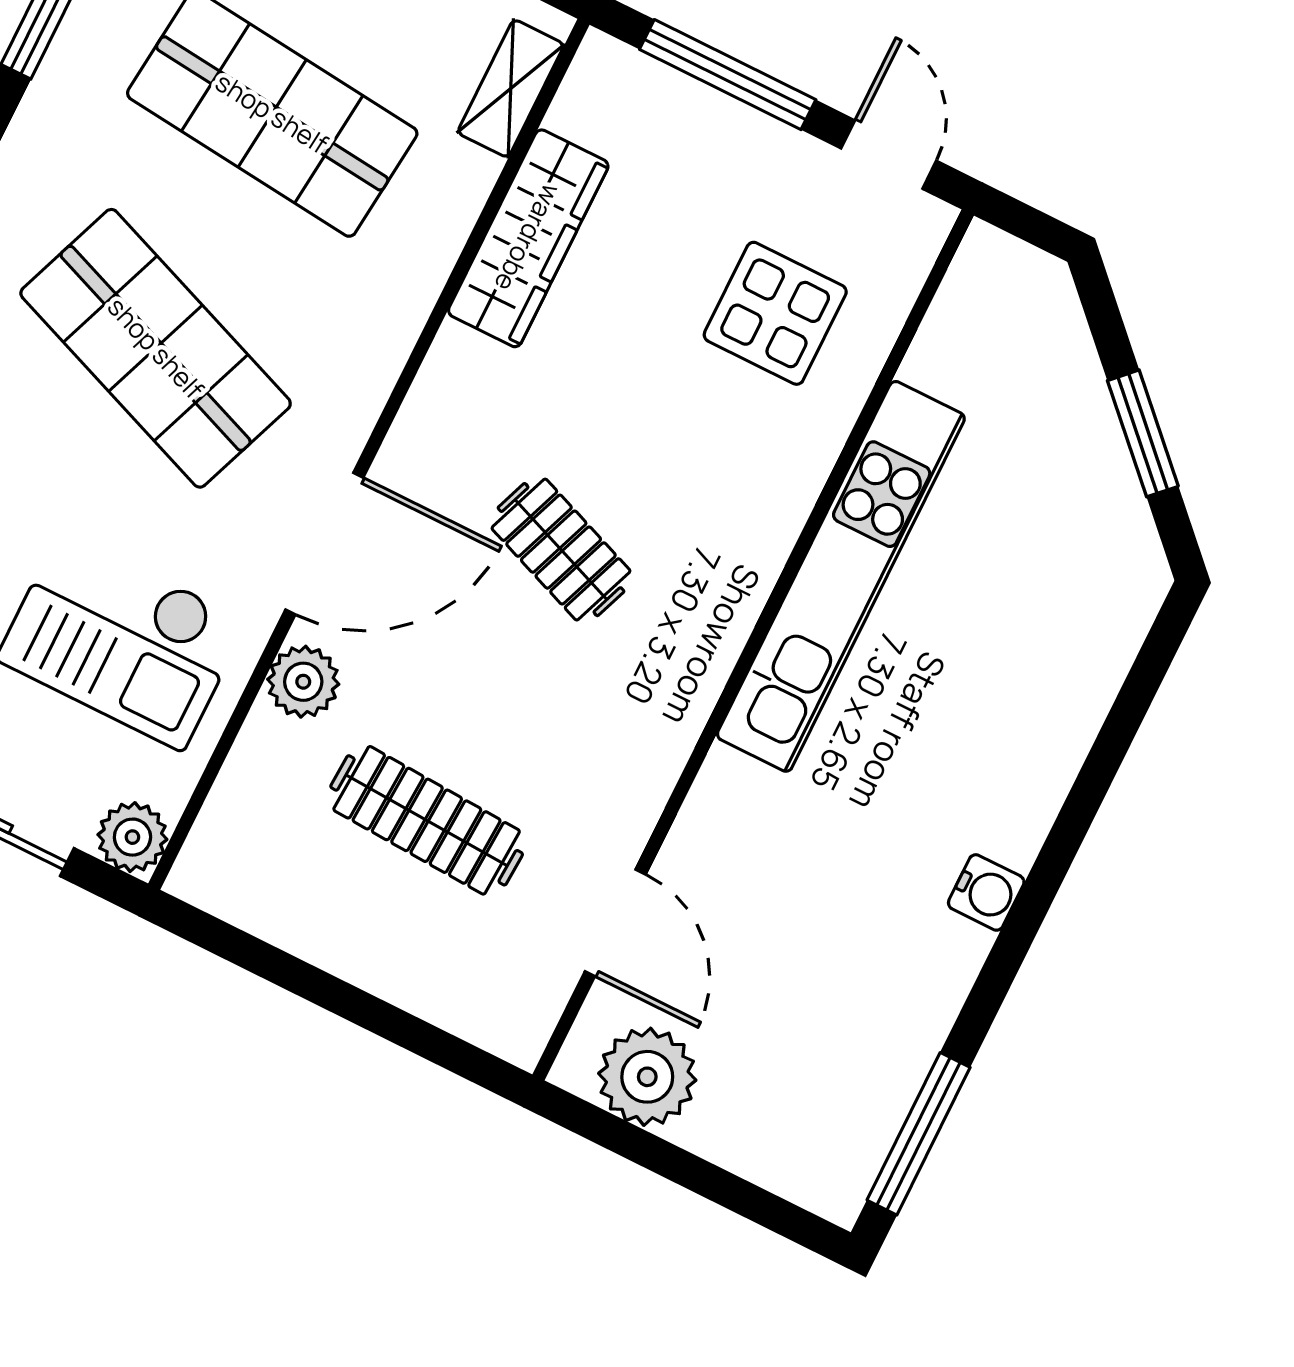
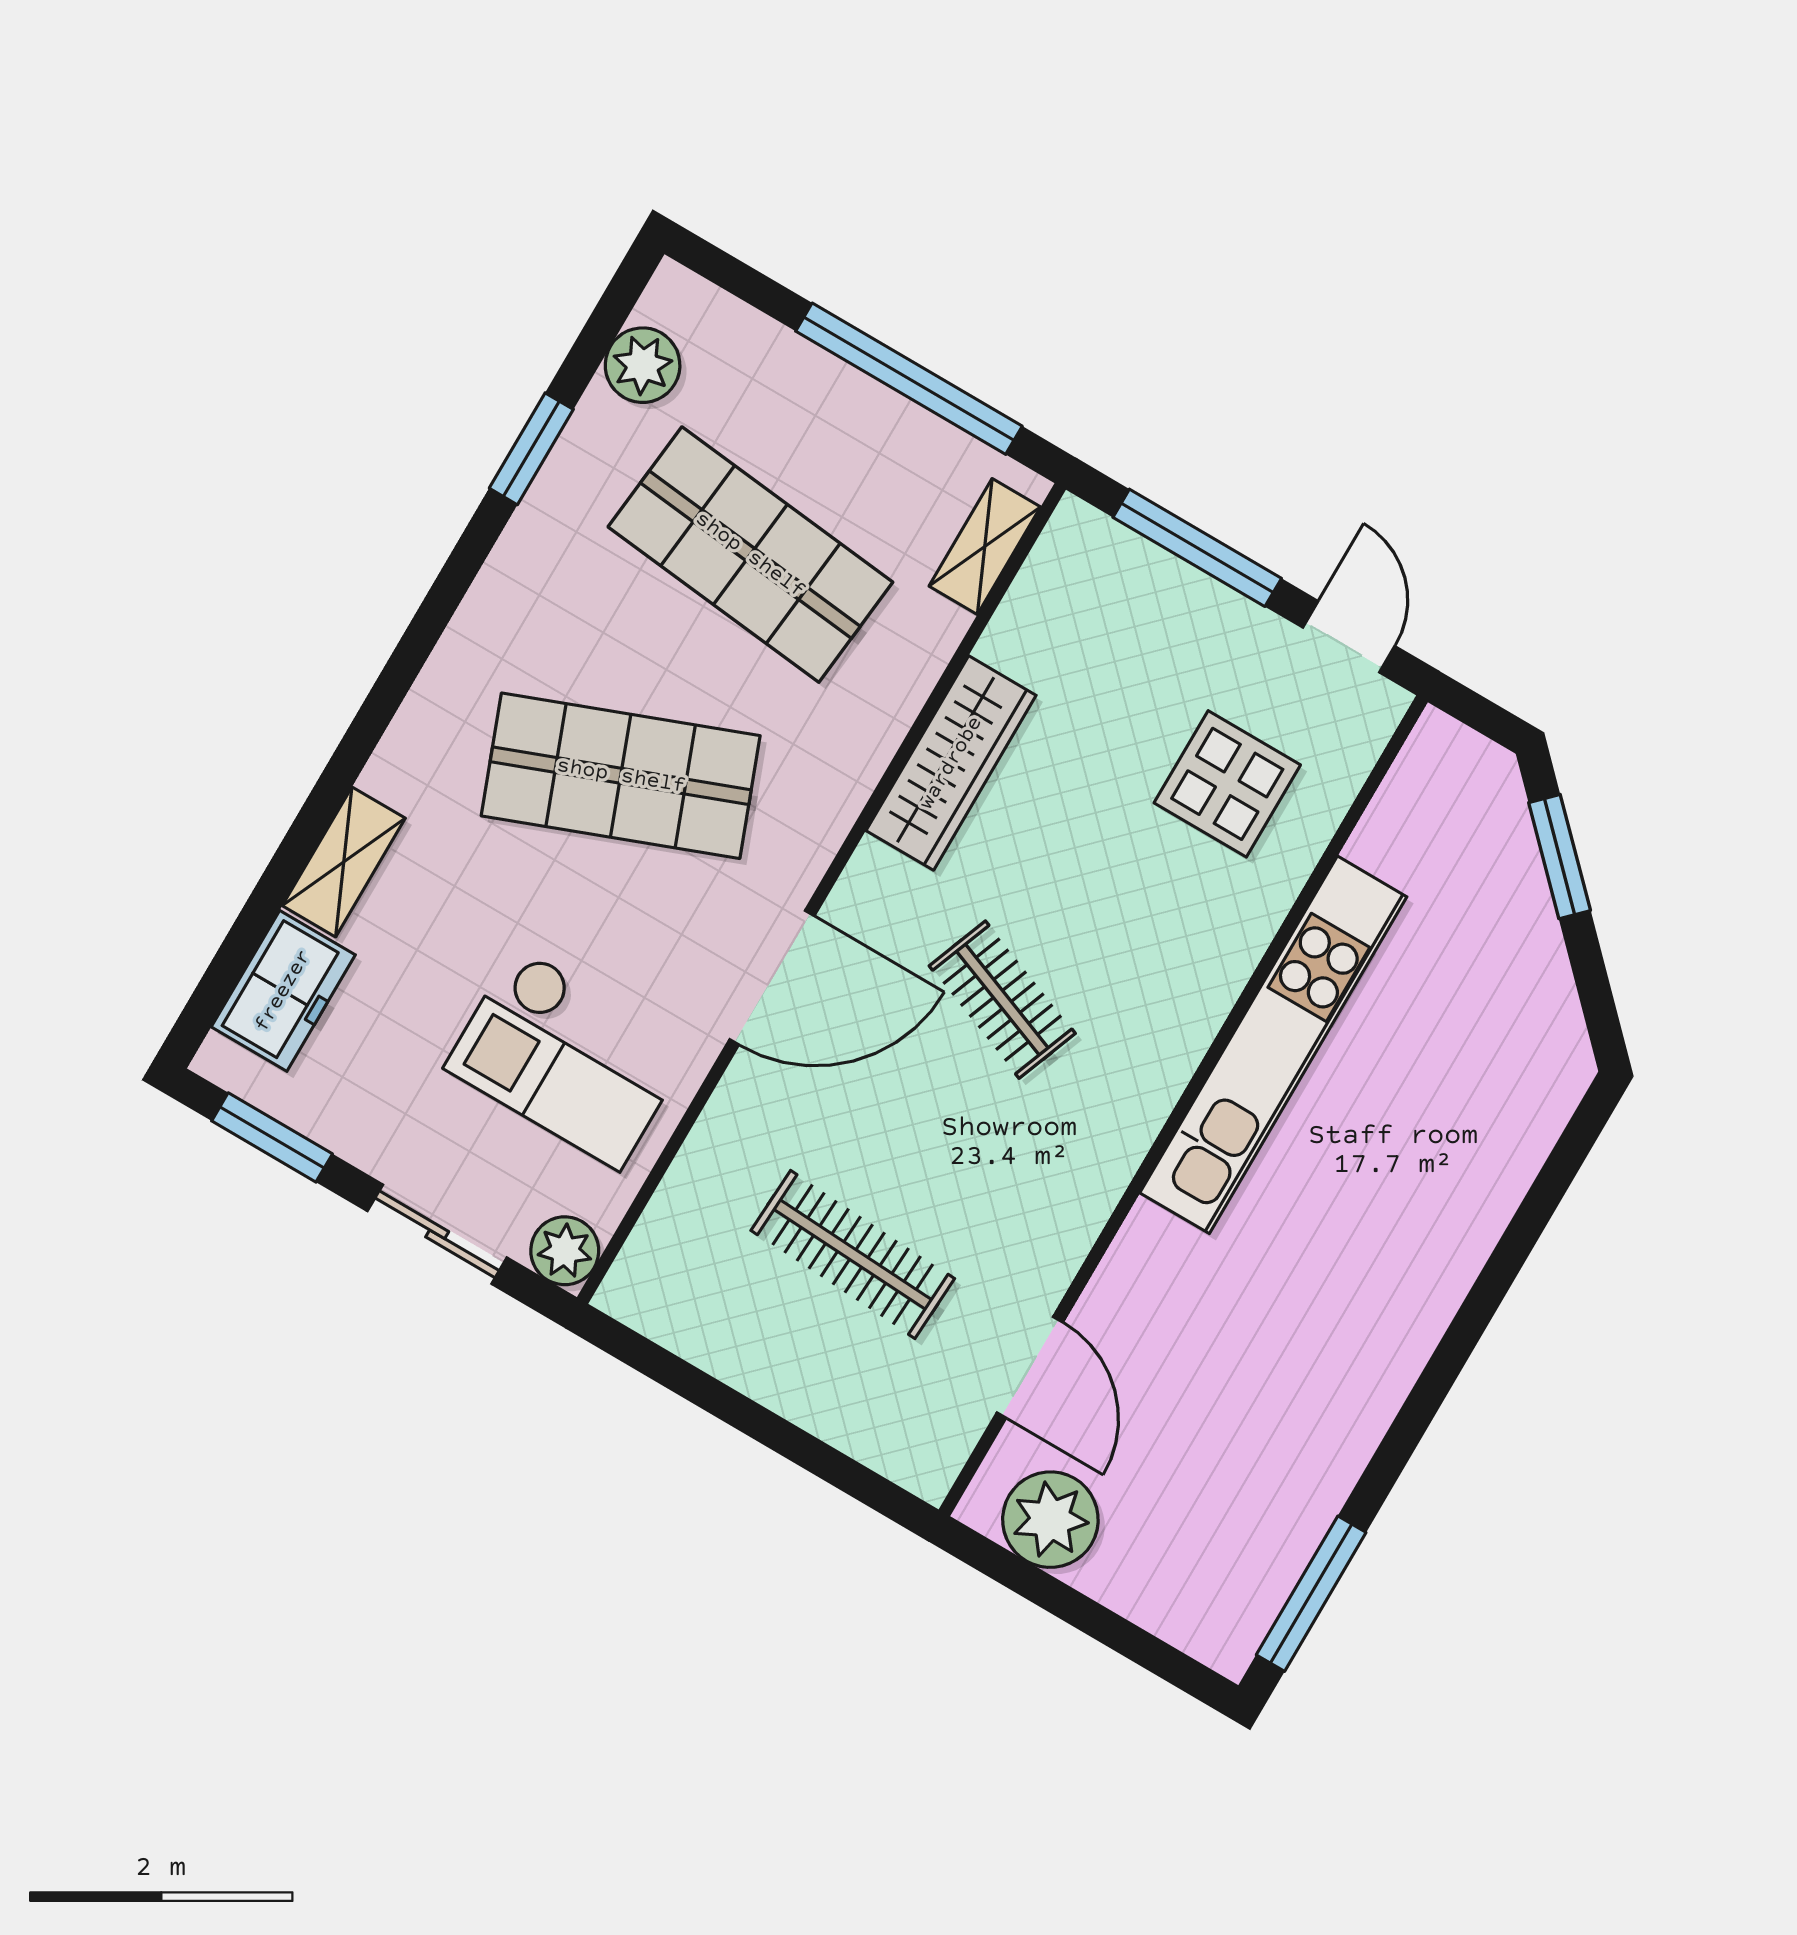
wardrobe: (528, 238) -> (951, 763), moved
shop shelf: (156, 348) -> (621, 776), turned -42
window: (1143, 433) -> (1560, 857), moved
plant: (303, 682) -> (742, 1111), removed
water cooler: (986, 892) -> (1394, 1363), removed

